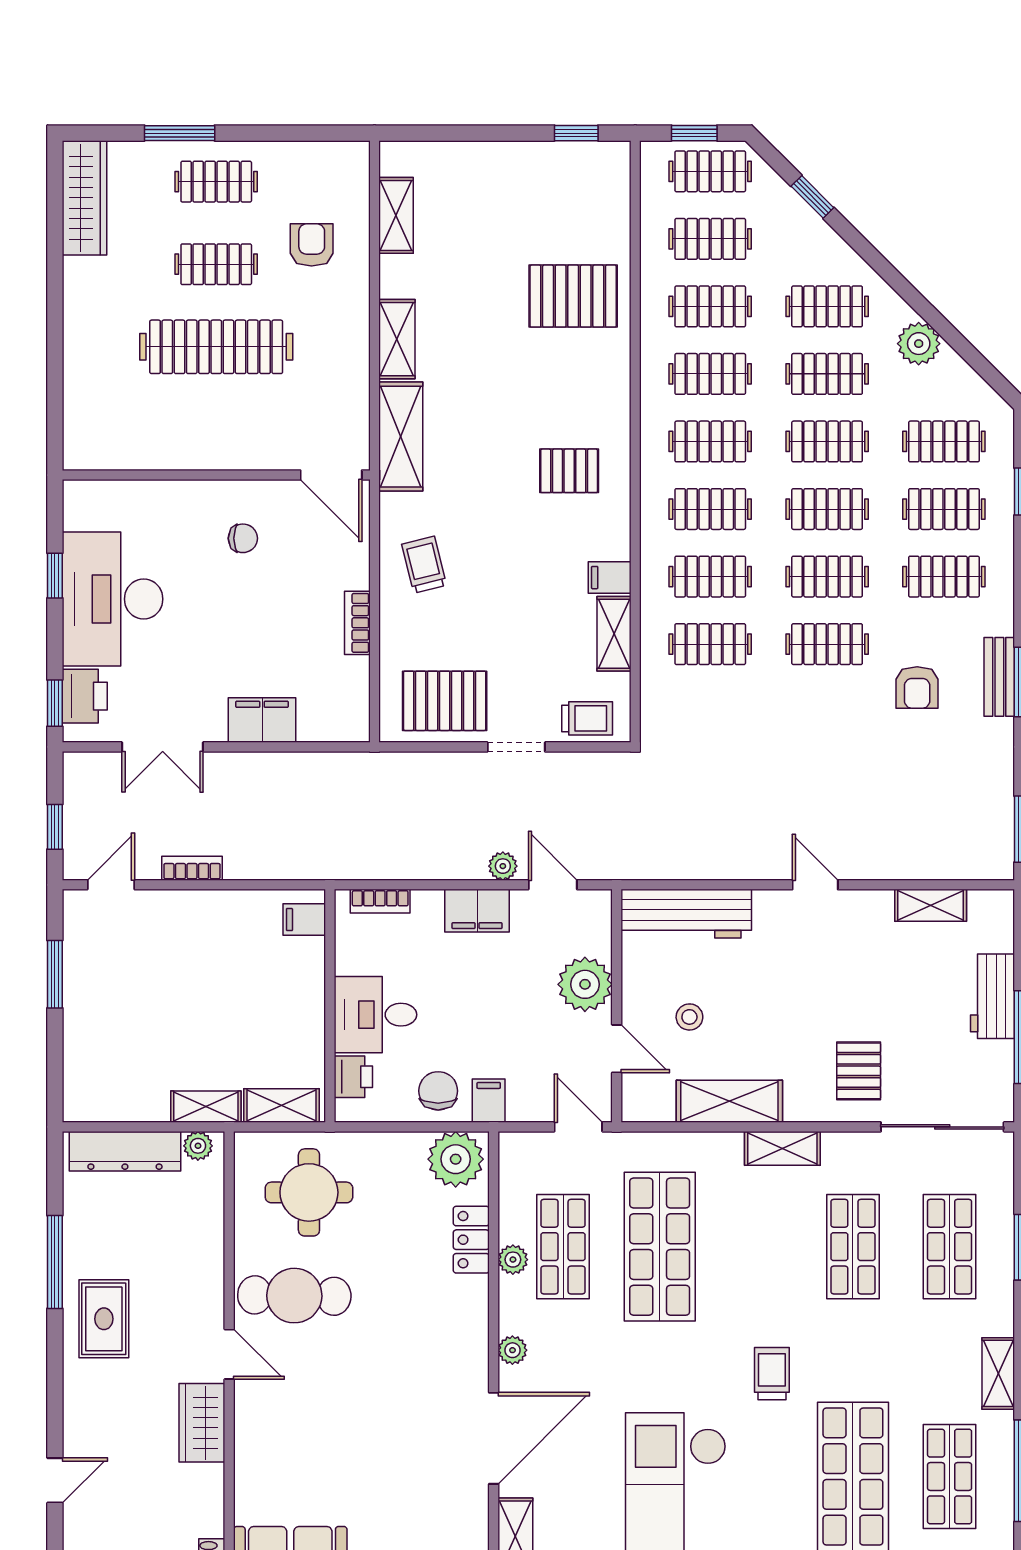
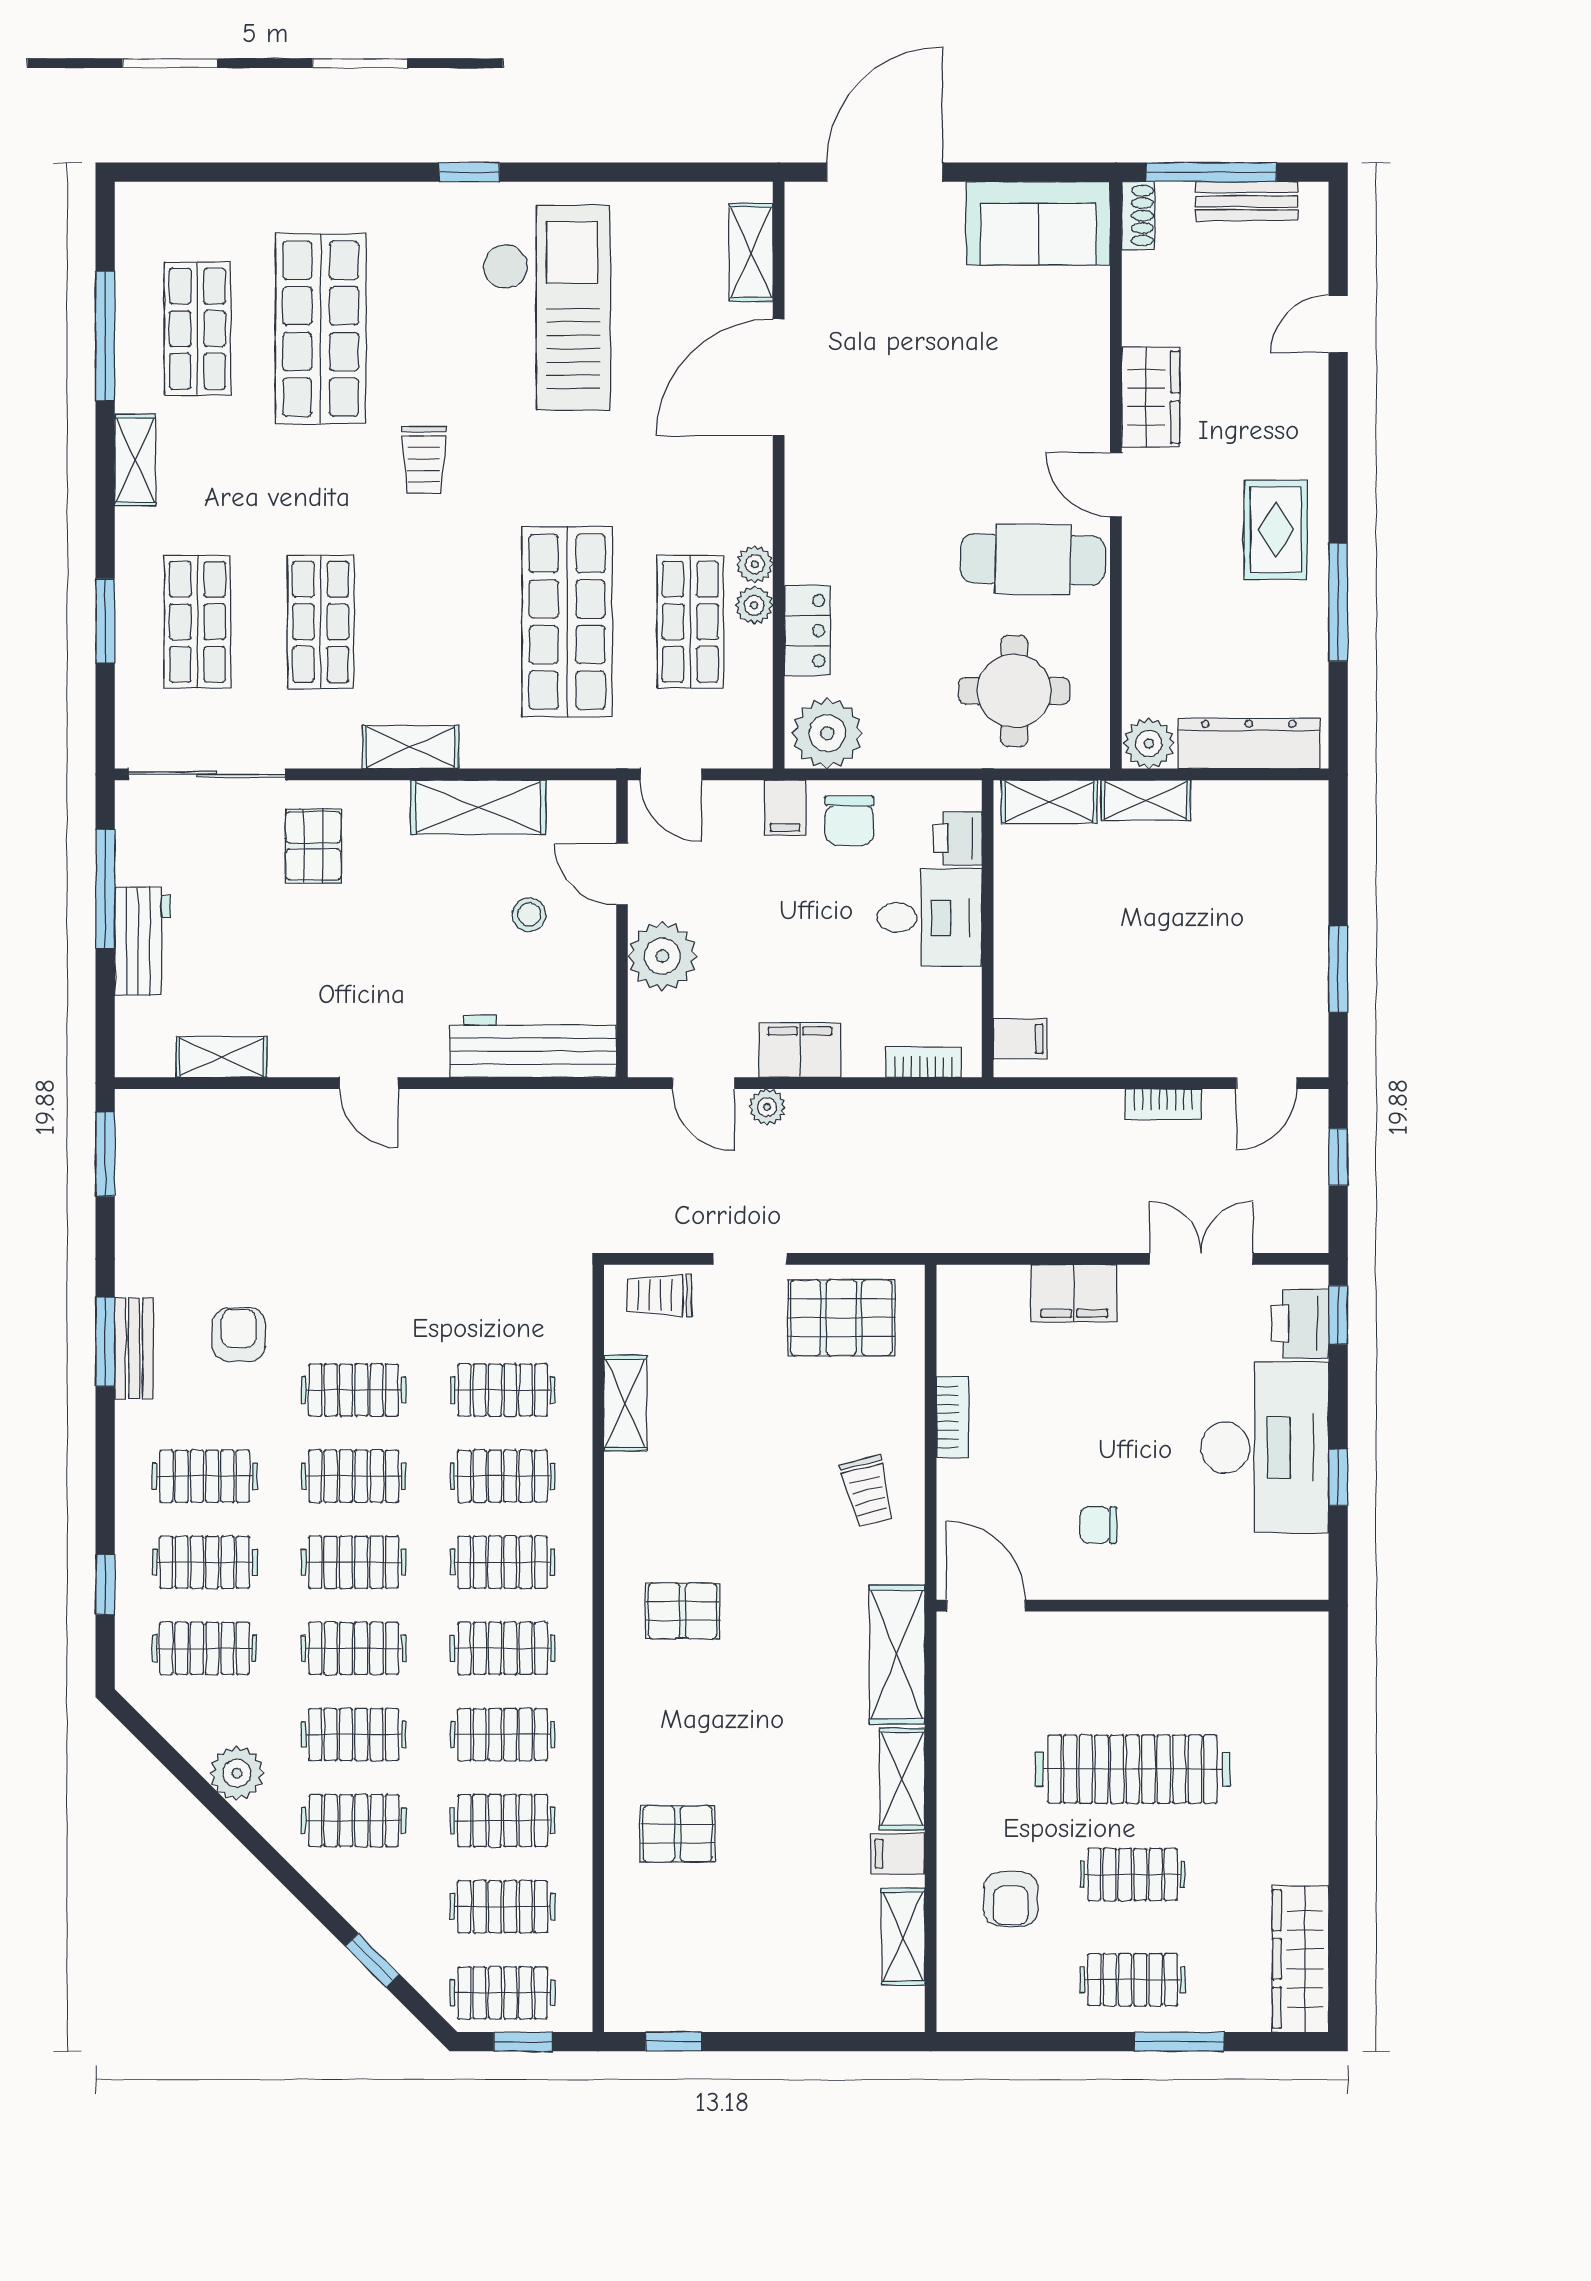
pallet: (573, 296) -> (677, 1834), width x0.67, depth x0.71
filing cabinet: (610, 578) -> (898, 1854), moved, turned 180
plant: (198, 1146) -> (1149, 743), width x1.38, depth x1.38
plant: (512, 1350) -> (755, 564), moved

